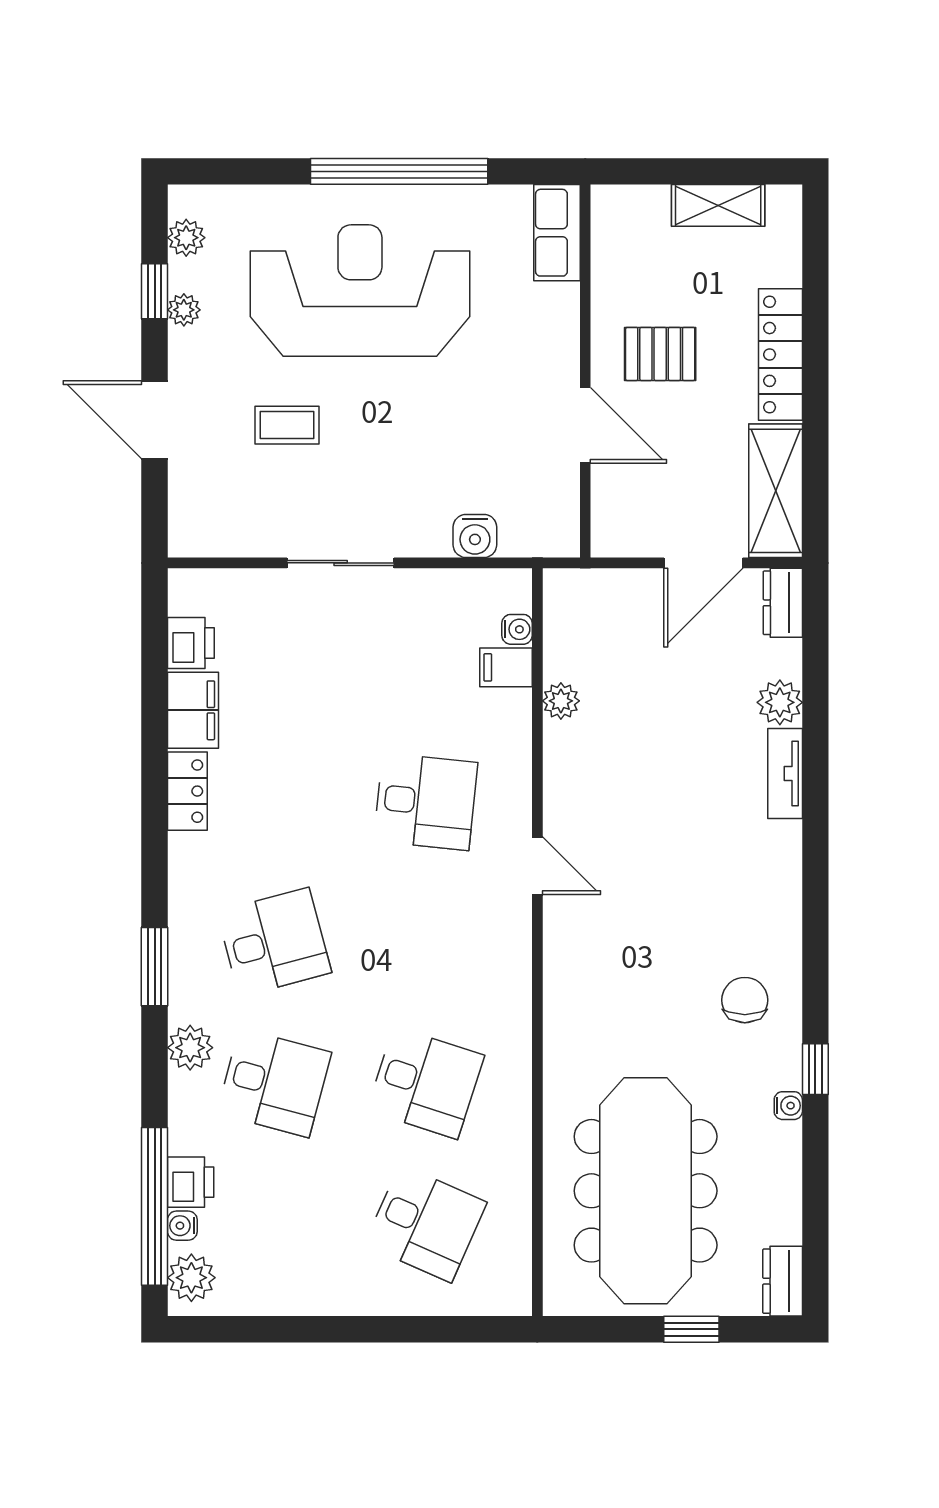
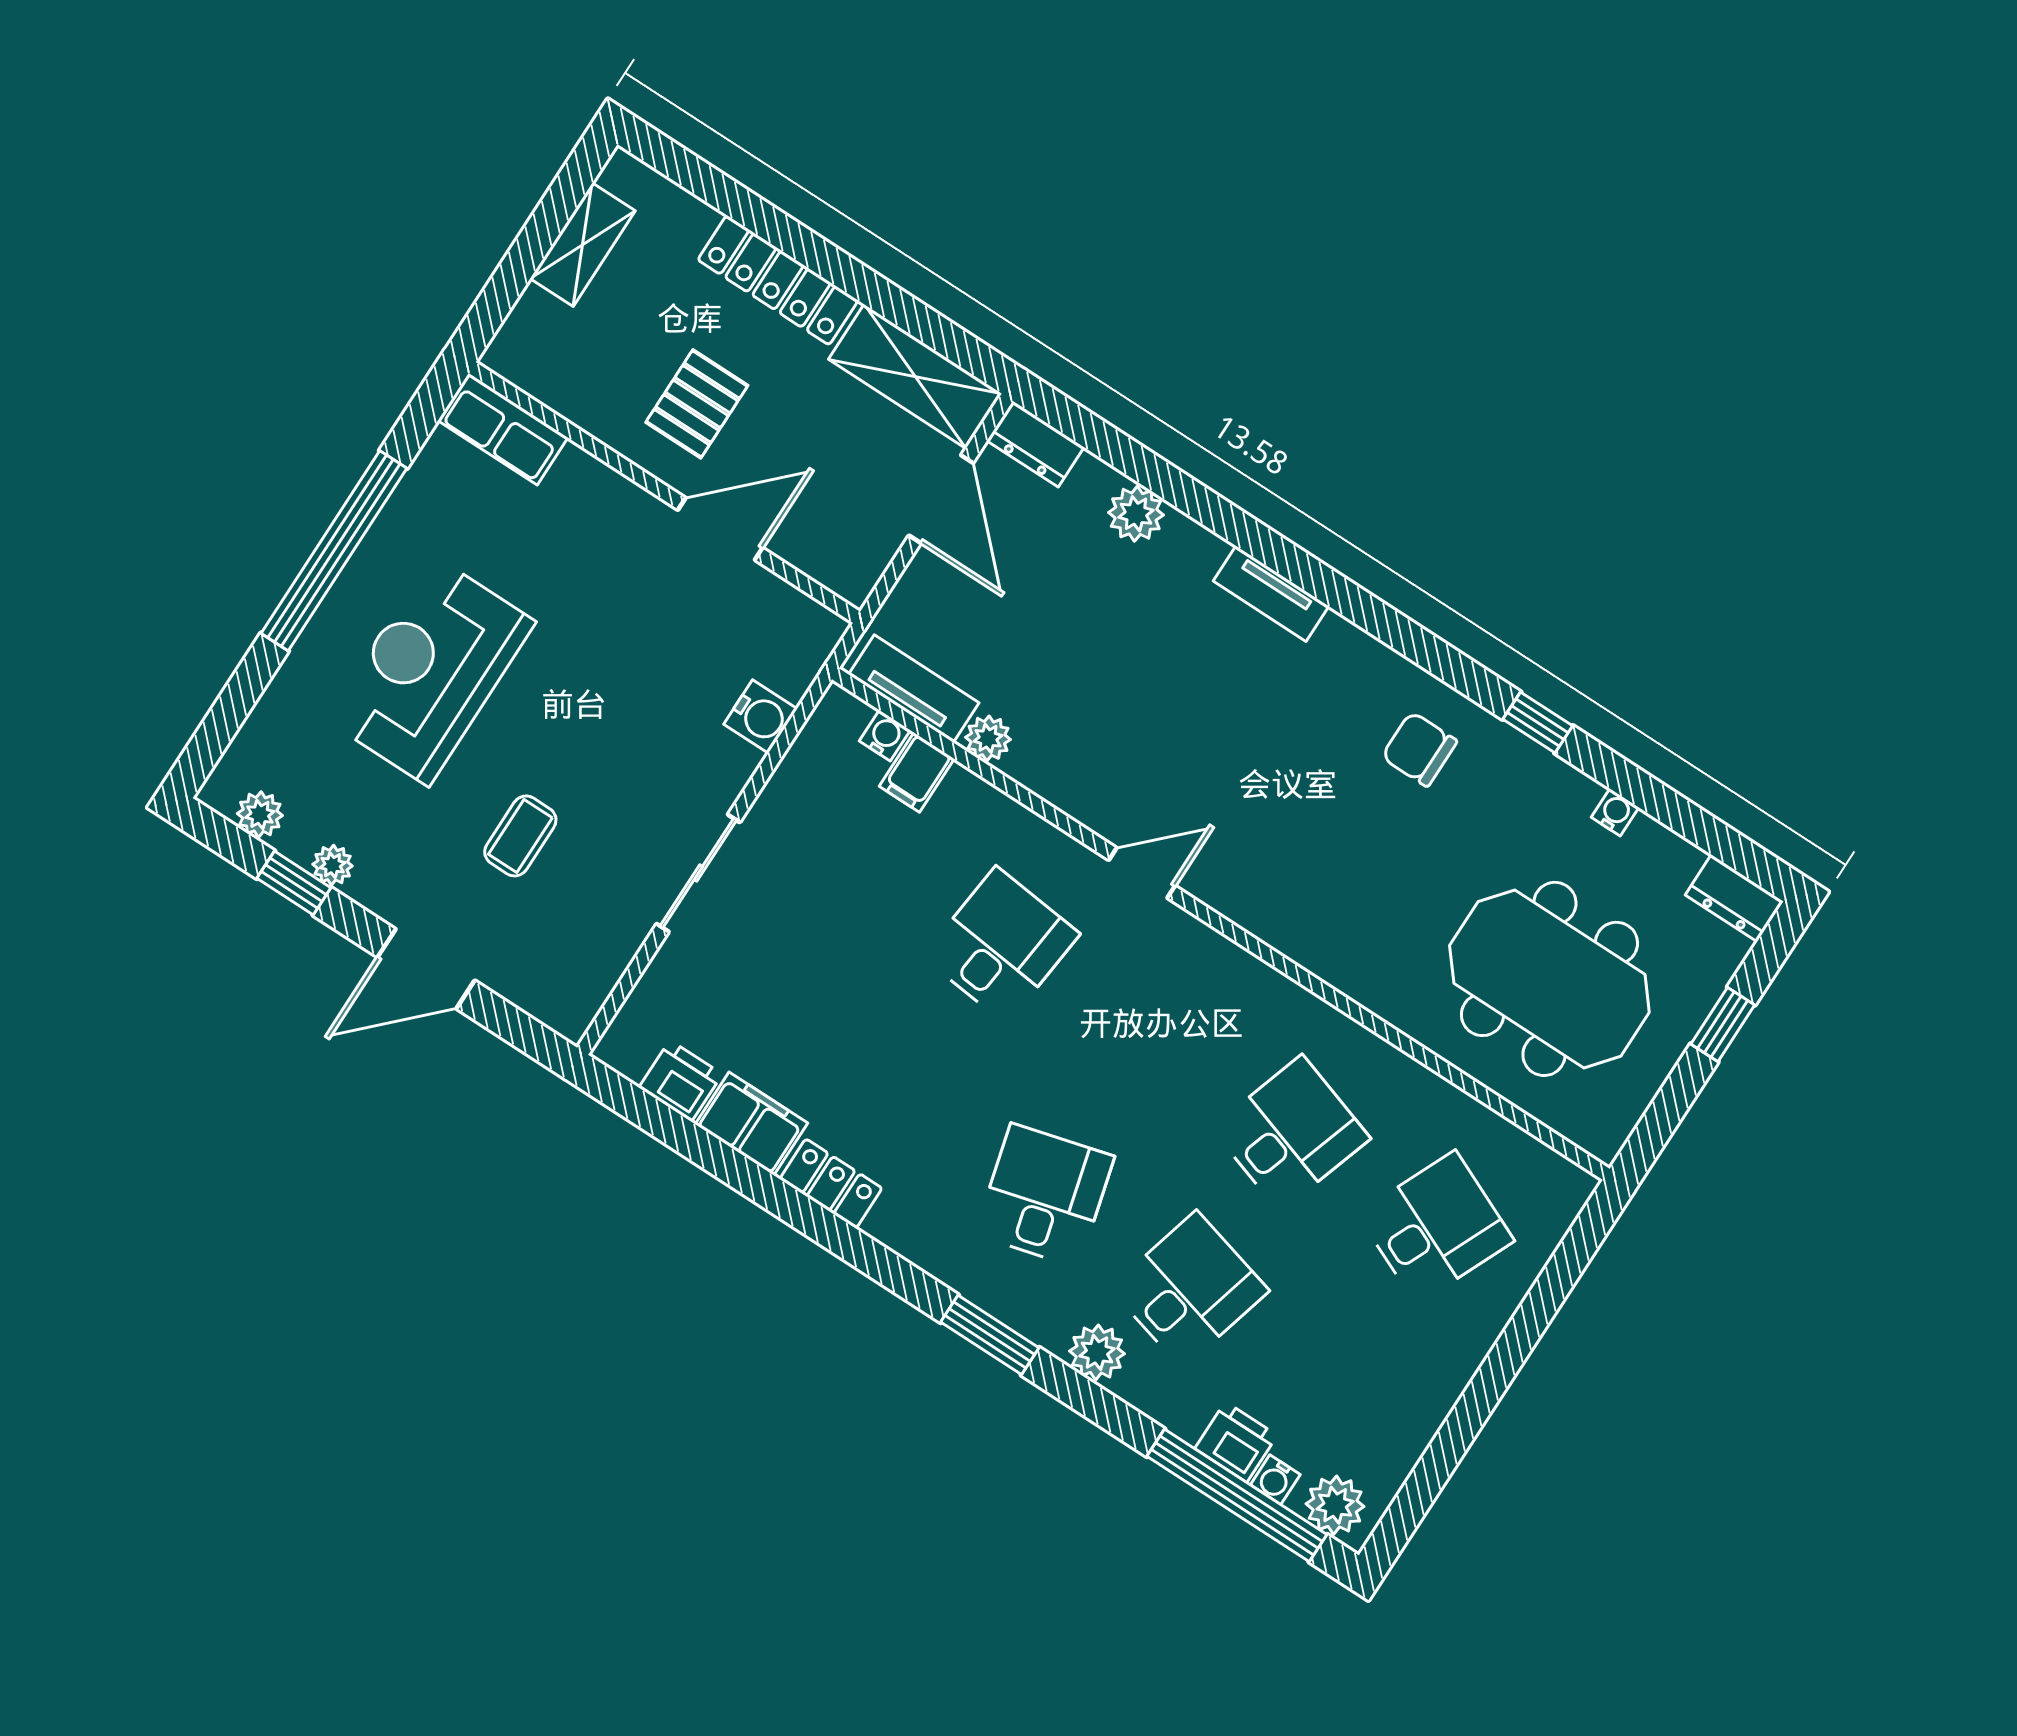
reception desk: (360, 290) -> (431, 671), width x0.74, depth x0.77
tv unit: (562, 628) -> (914, 689), added
tv unit: (785, 774) -> (1271, 594), moved
water cooler: (788, 1106) -> (1615, 812), moved
meeting table: (646, 1191) -> (1549, 979), width x0.73

